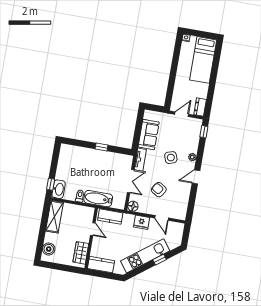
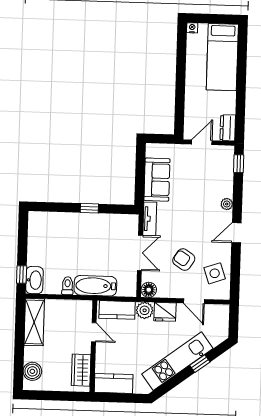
side table: (171, 158) -> (215, 273), moved
plant: (128, 219) -> (145, 310), added

